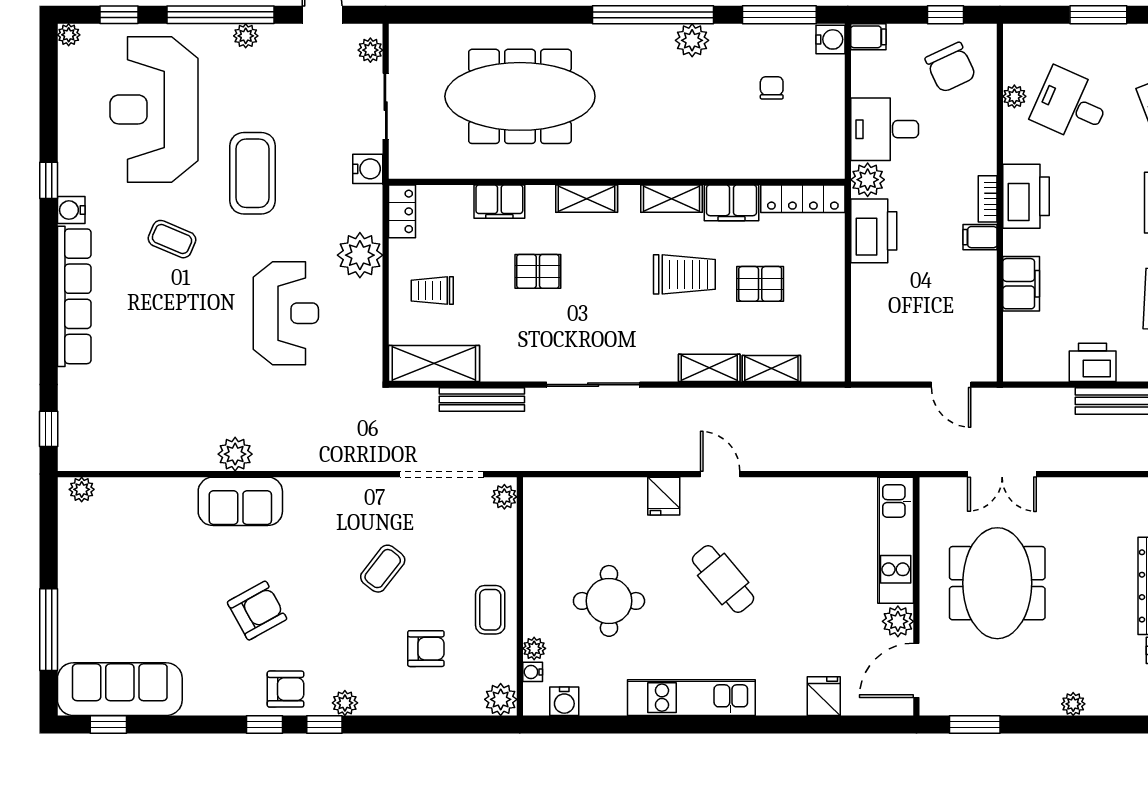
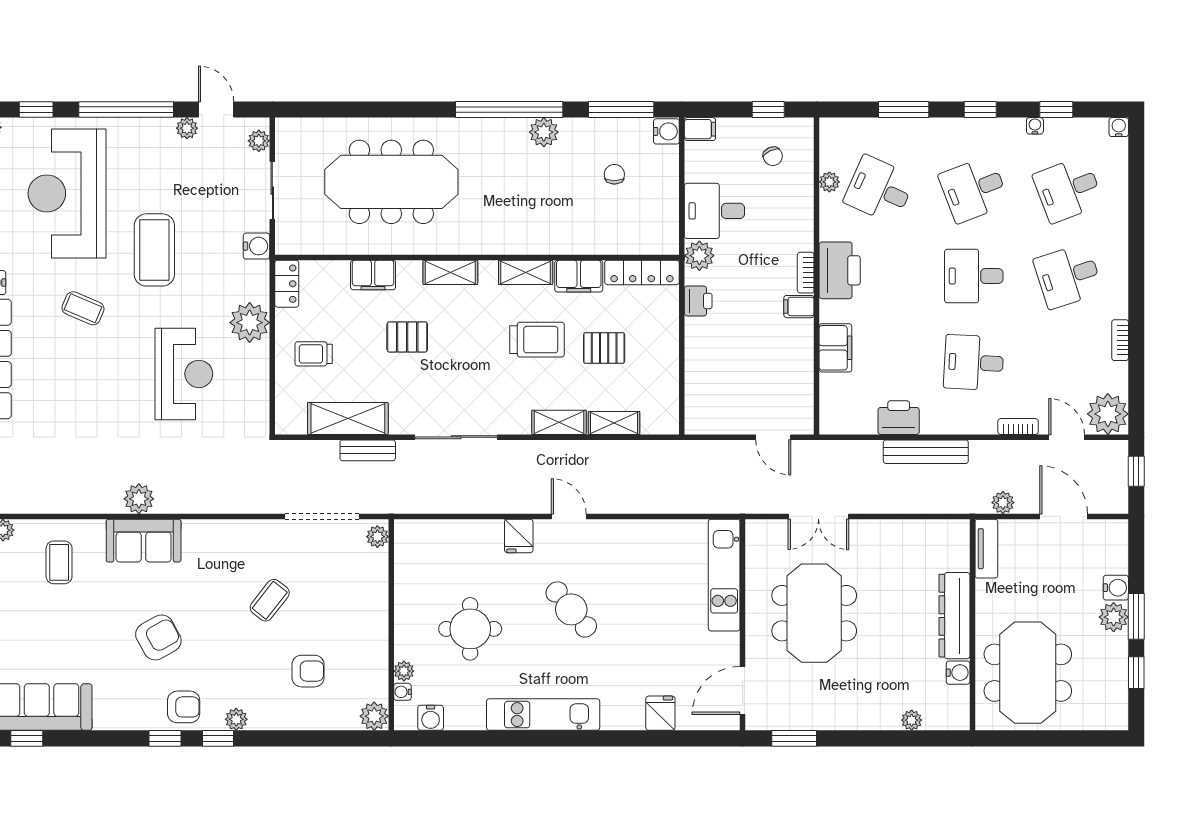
plant: (246, 36) -> (187, 128), moved
chair: (951, 67) -> (773, 156), width x0.54, depth x0.54
printer: (874, 231) -> (698, 301), width x0.53, depth x0.68
shelving: (434, 363) -> (348, 418), moved
bench: (482, 399) -> (368, 450), width x0.73
coffee table: (490, 610) -> (59, 562), moved
plant: (898, 621) -> (726, 647), removed
plant: (1073, 704) -> (912, 720), moved

